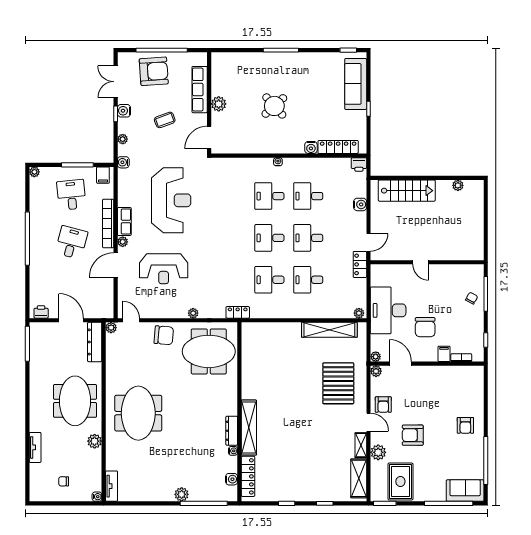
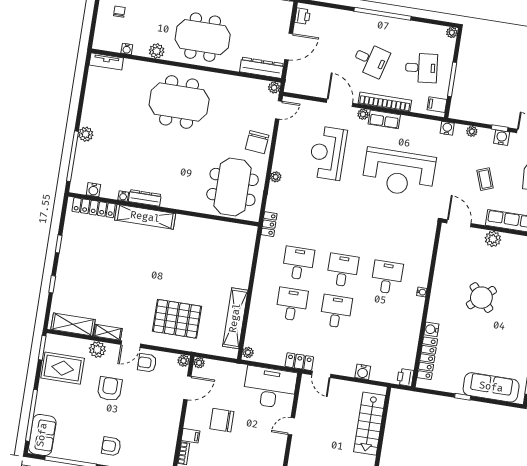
desk: (308, 196) -> (380, 318), removed
desk: (388, 310) -> (270, 388), moved
water cooler: (97, 497) -> (127, 49), moved

